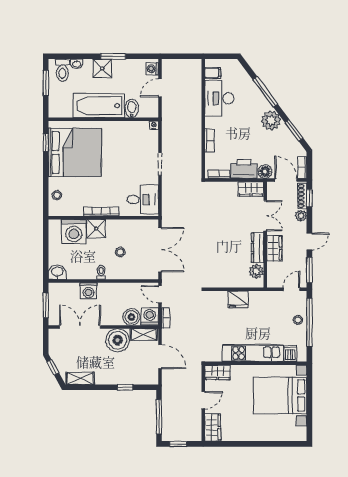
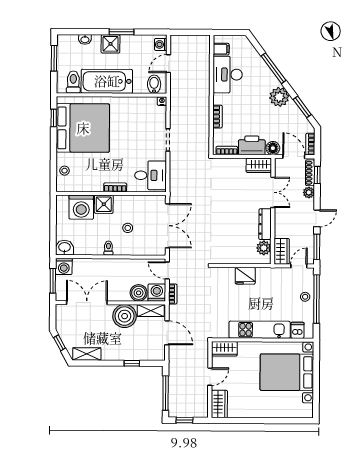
toilet: (62, 70) -> (73, 82), moved, turned 180
bidet: (132, 108) -> (154, 84), moved
bookcase: (101, 212) -> (115, 187), width x0.64
wardrobe: (274, 248) -> (282, 251), moved
washing machine: (88, 291) -> (64, 266), moved

